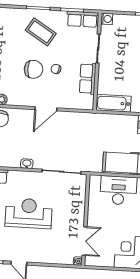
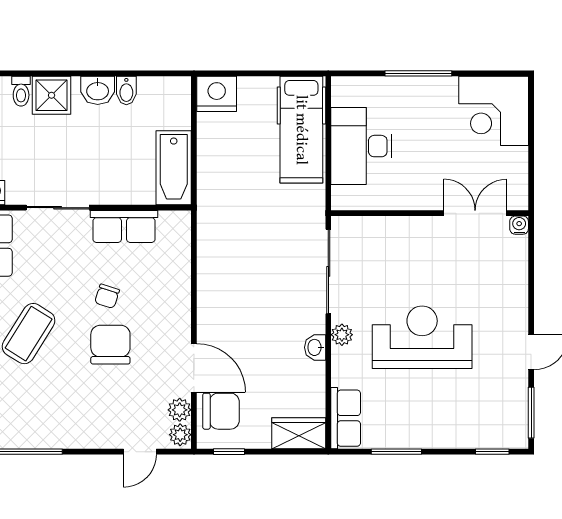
door: (46, 109) -> (194, 368), moved
plant: (32, 176) -> (342, 335), added
reception desk: (29, 213) -> (422, 337), turned 90

